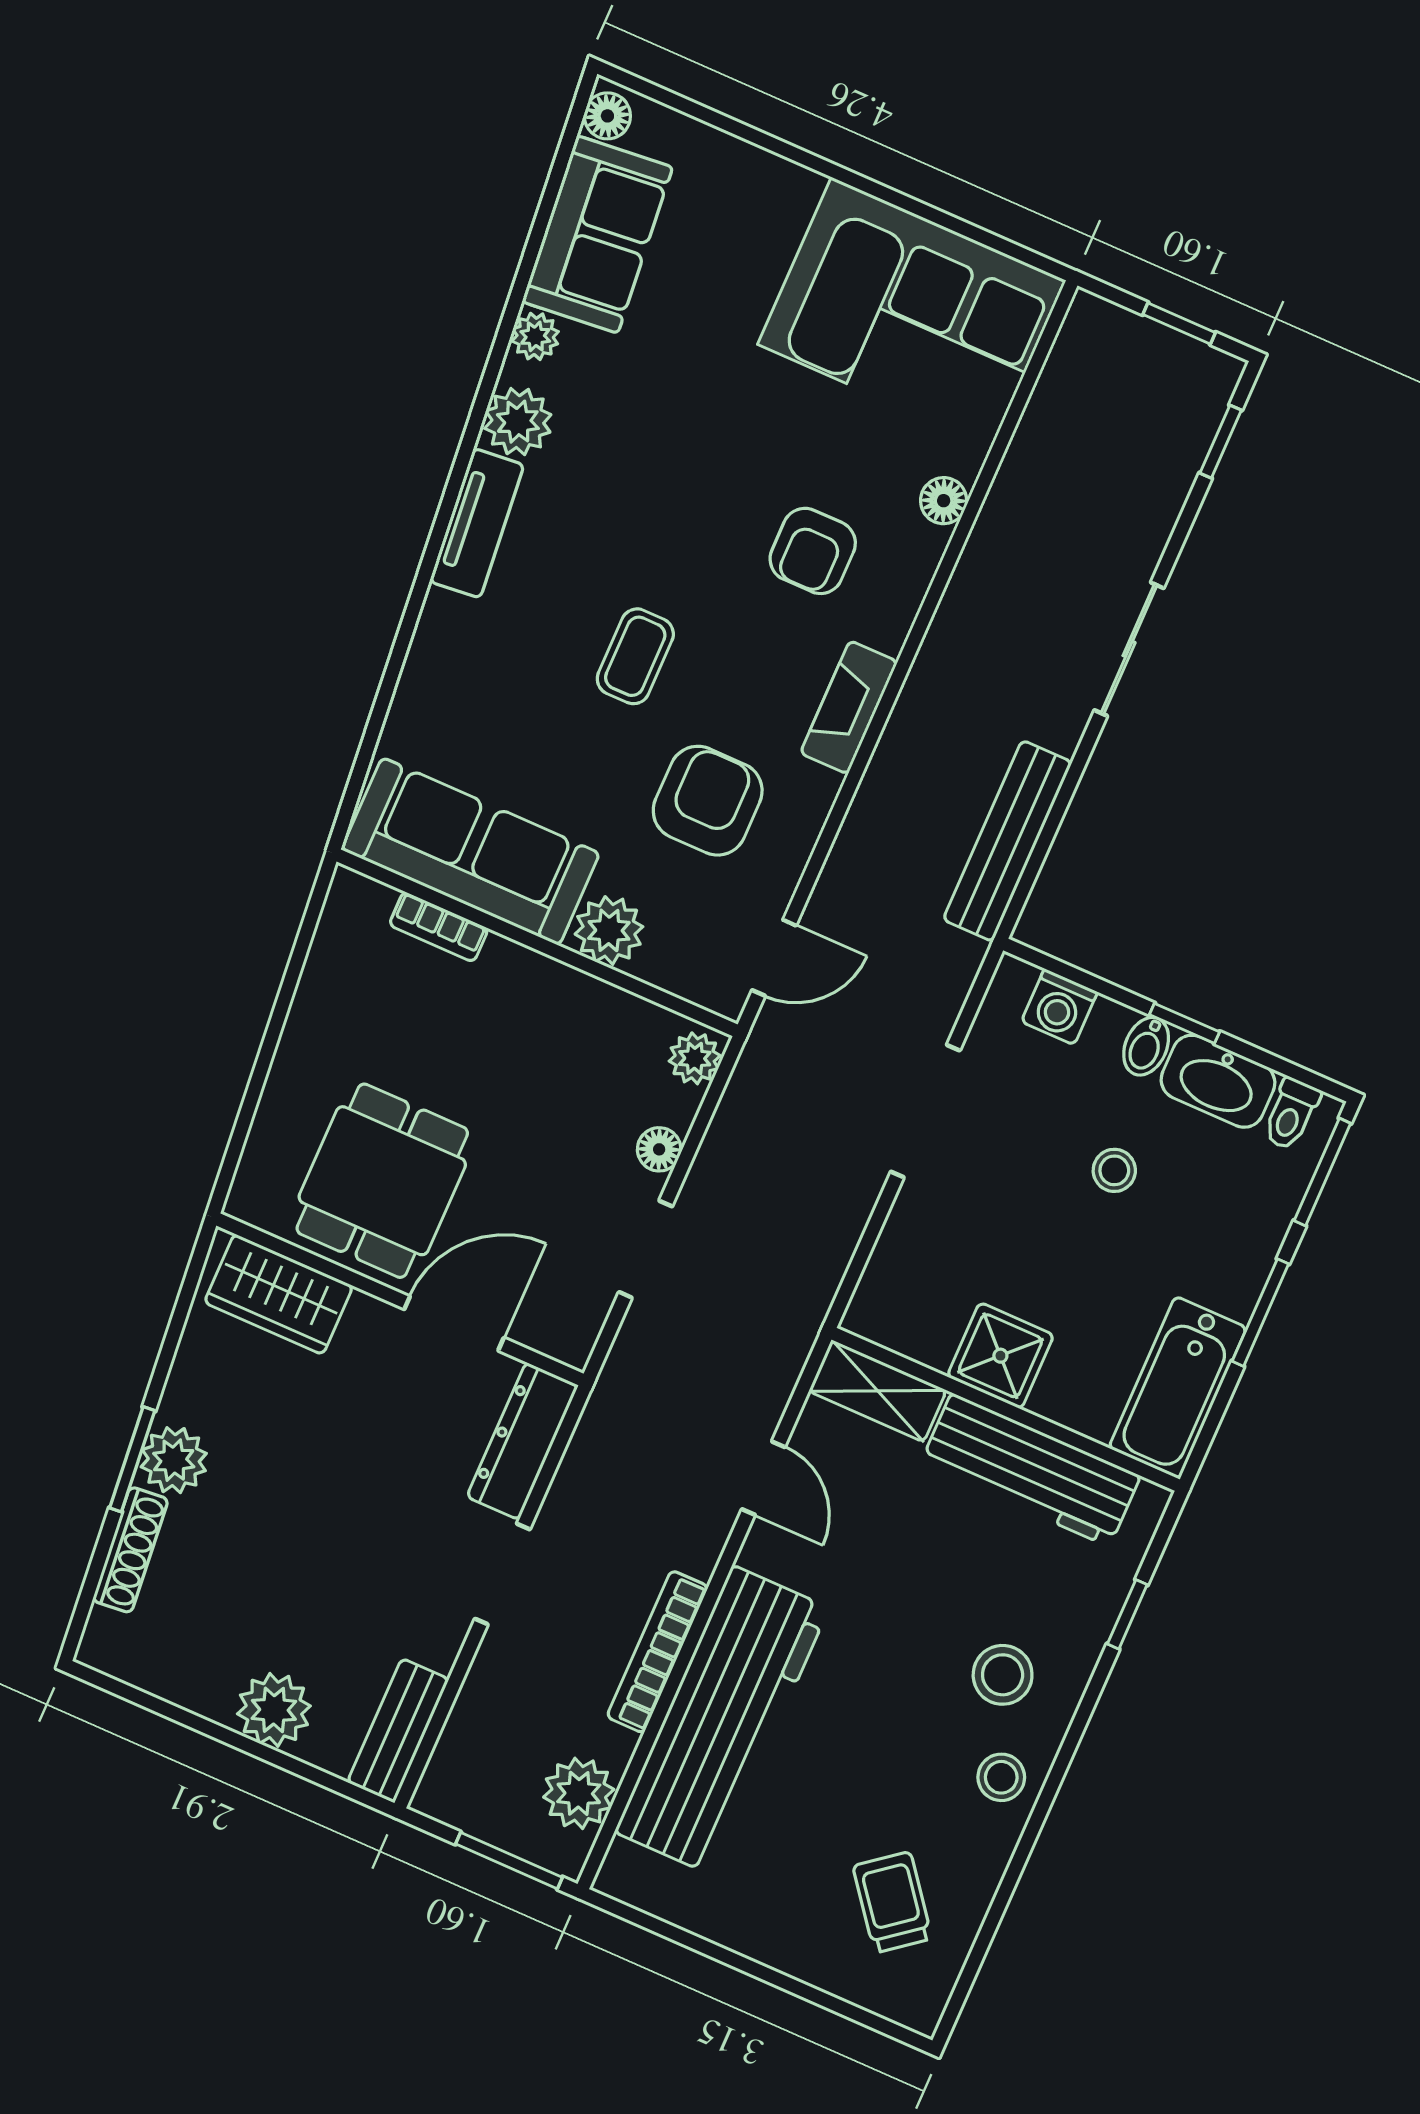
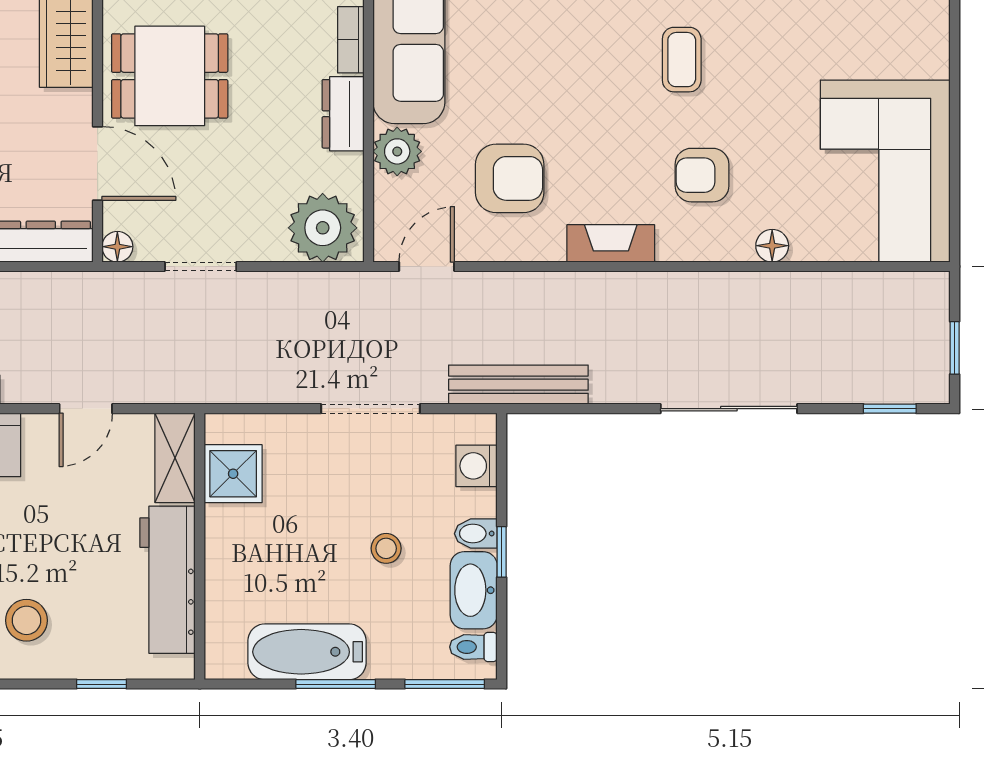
sliding door: (1129, 649) -> (729, 409), width x1.37
coffee table: (635, 656) -> (682, 60), moved, turned 90
bench: (1008, 841) -> (518, 385), moved
door: (774, 958) -> (427, 267), swing flipped
dresser: (530, 979) -> (343, 114), added
plant: (695, 1058) -> (323, 228), width x1.87, depth x1.87
floor lamp: (659, 1149) -> (117, 247), moved
shower: (1000, 1356) -> (233, 474), moved
bathtub: (1178, 1388) -> (307, 652), moved

